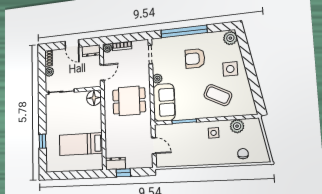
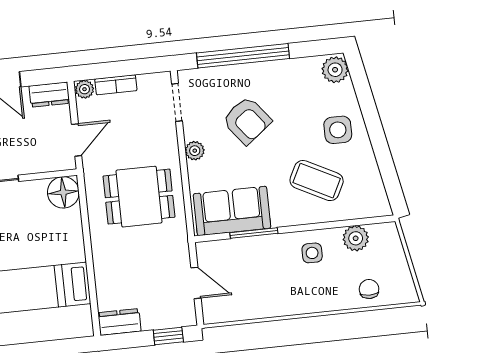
armchair: (195, 58) -> (247, 120), moved, turned -128
sofa: (164, 102) -> (232, 211), moved, turned -90
window: (123, 173) -> (168, 336), moved

